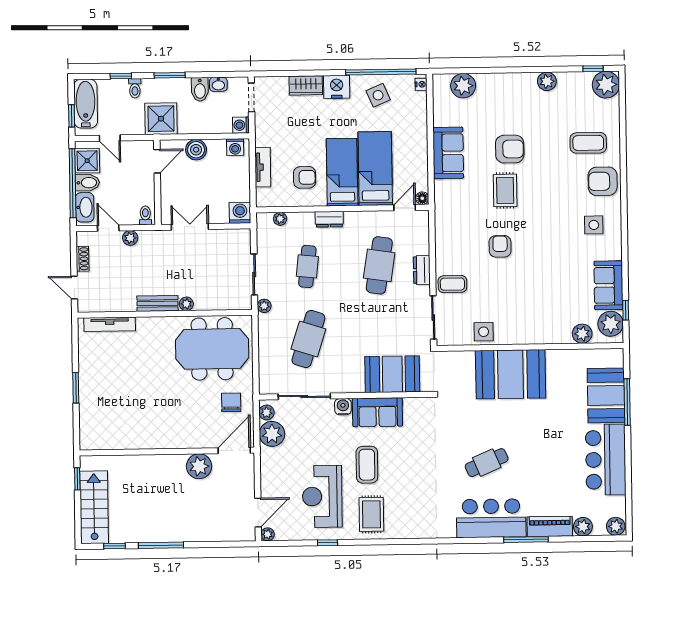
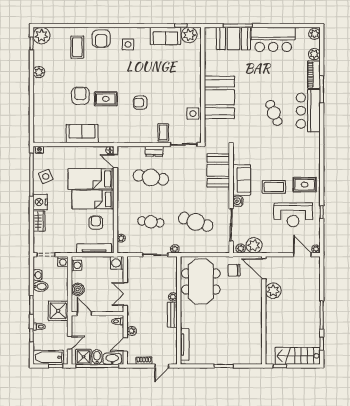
plant: (463, 86) -> (41, 124), removed
tv unit: (263, 167) -> (94, 248), width x1.41
dresser: (329, 219) -> (122, 208), removed
plant: (582, 334) -> (195, 53), removed

